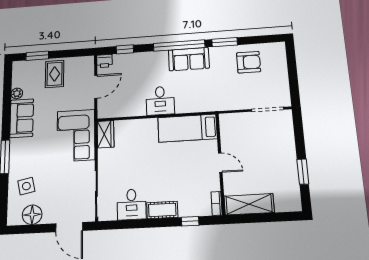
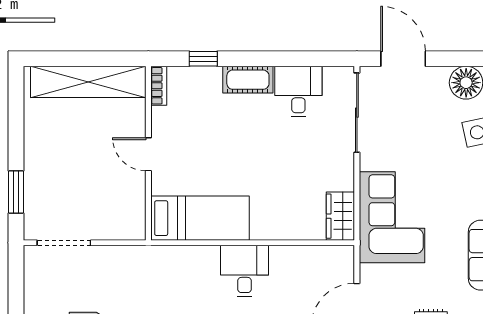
window: (303, 172) -> (16, 192), moved
shelving: (249, 204) -> (88, 82), width x1.47

